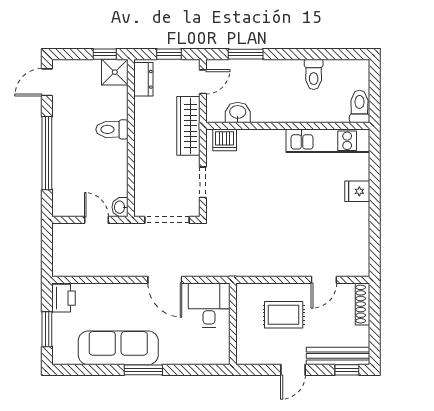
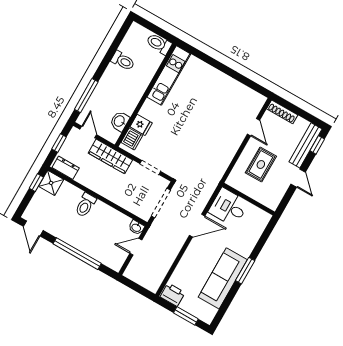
window: (246, 54) -> (86, 96), width x1.44
fridge: (357, 191) -> (141, 125), moved, turned -90

